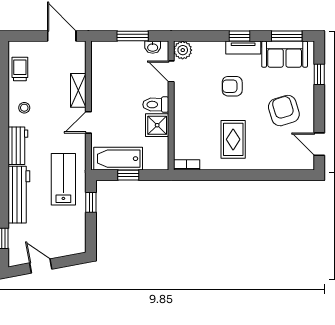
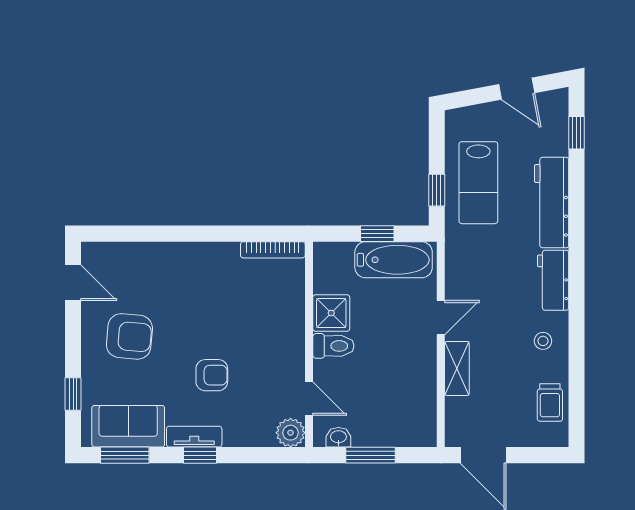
armchair: (284, 111) -> (129, 336), turned -68
rug: (233, 139) -> (210, 290), removed
bookcase: (187, 165) -> (273, 250), width x1.56
lab bench: (63, 179) -> (478, 183), moved

